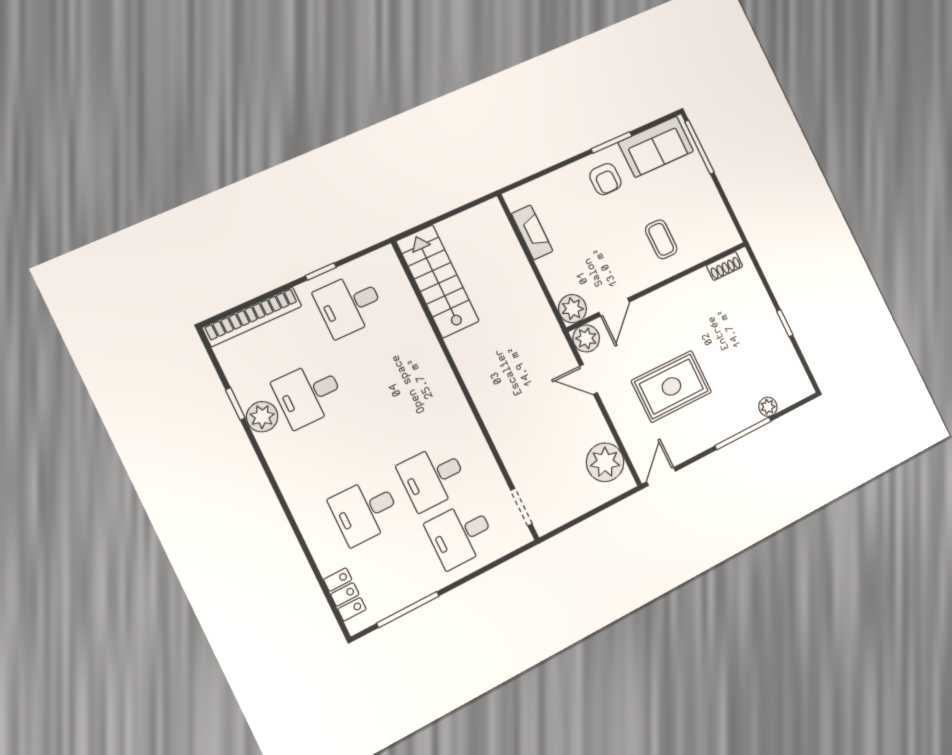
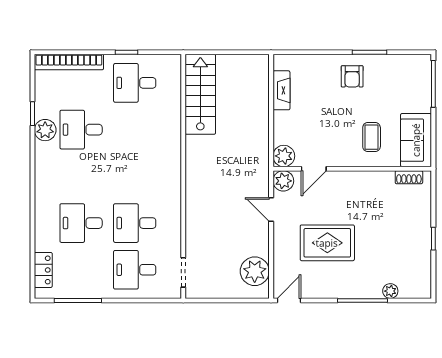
sofa: (656, 147) -> (416, 140), moved, turned 90

